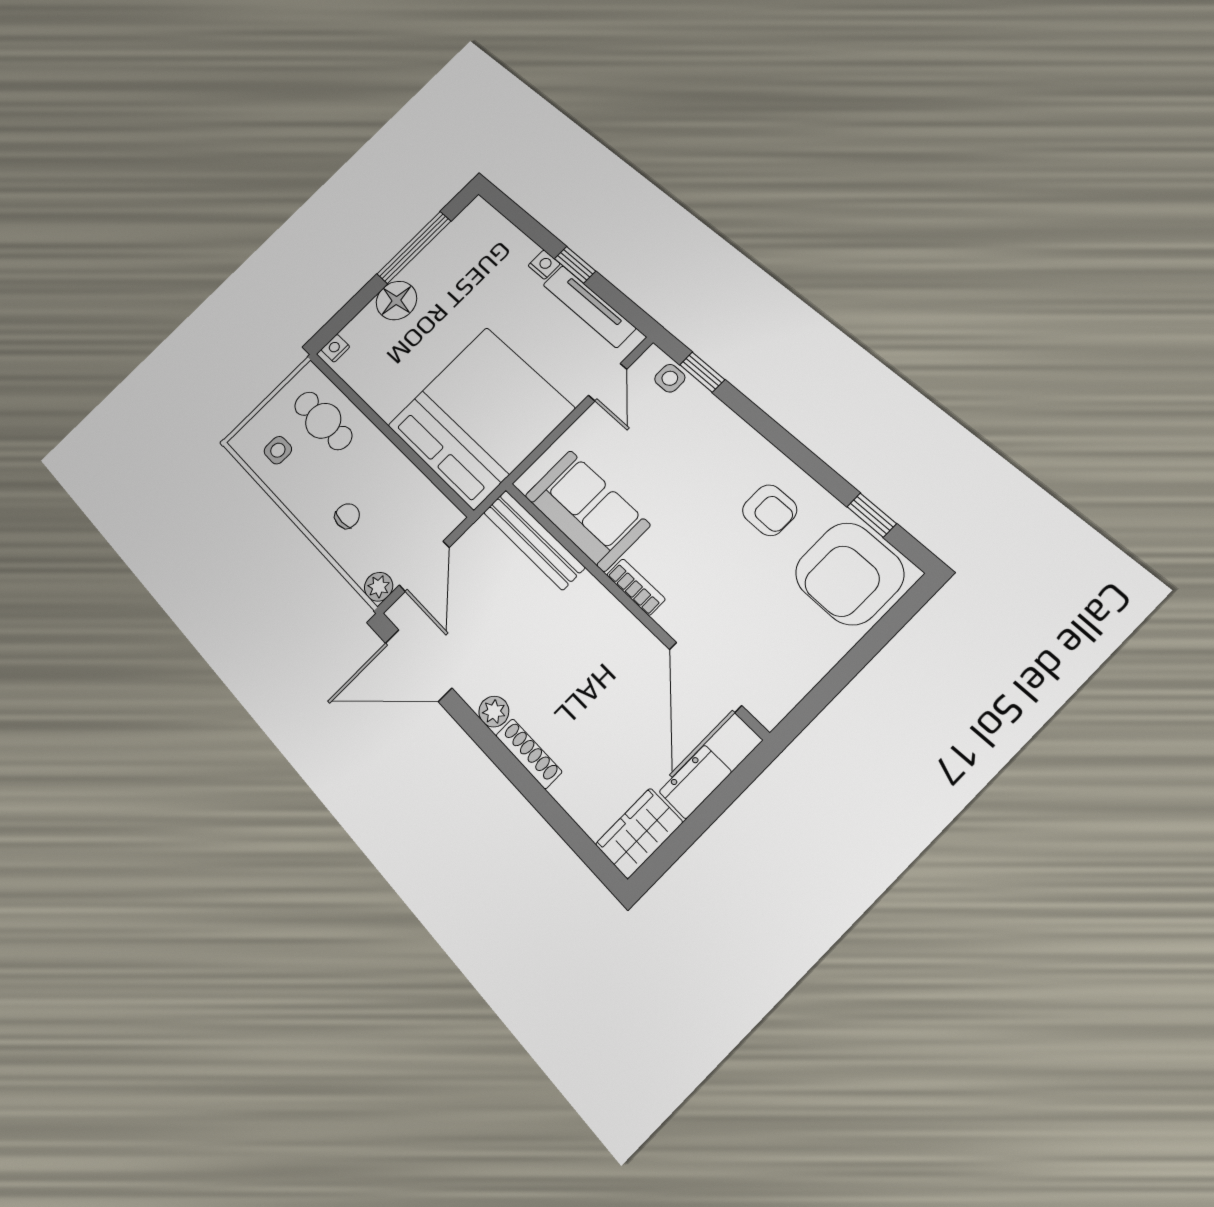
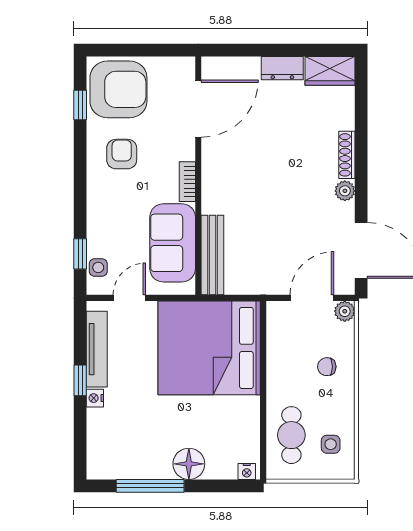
sofa: (587, 510) -> (173, 243), moved
bench: (534, 540) -> (212, 255), moved
bookcase: (636, 587) -> (187, 182), moved
wall: (631, 605) -> (198, 176), moved
door: (705, 677) -> (198, 109), moved

